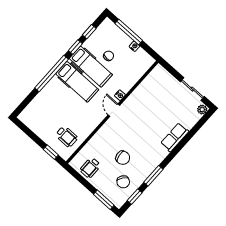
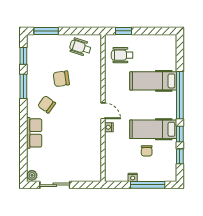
hospital bed: (77, 82) -> (153, 81), moved
wheelchair: (90, 168) -> (80, 47), turned -72
chair: (123, 182) -> (47, 104), moved

